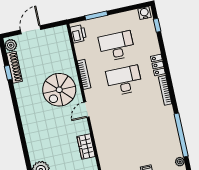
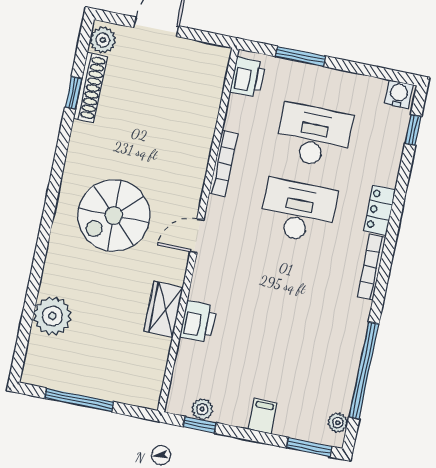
spiral stairs: (59, 90) -> (114, 216), moved
printer: (103, 145) -> (198, 322), added

